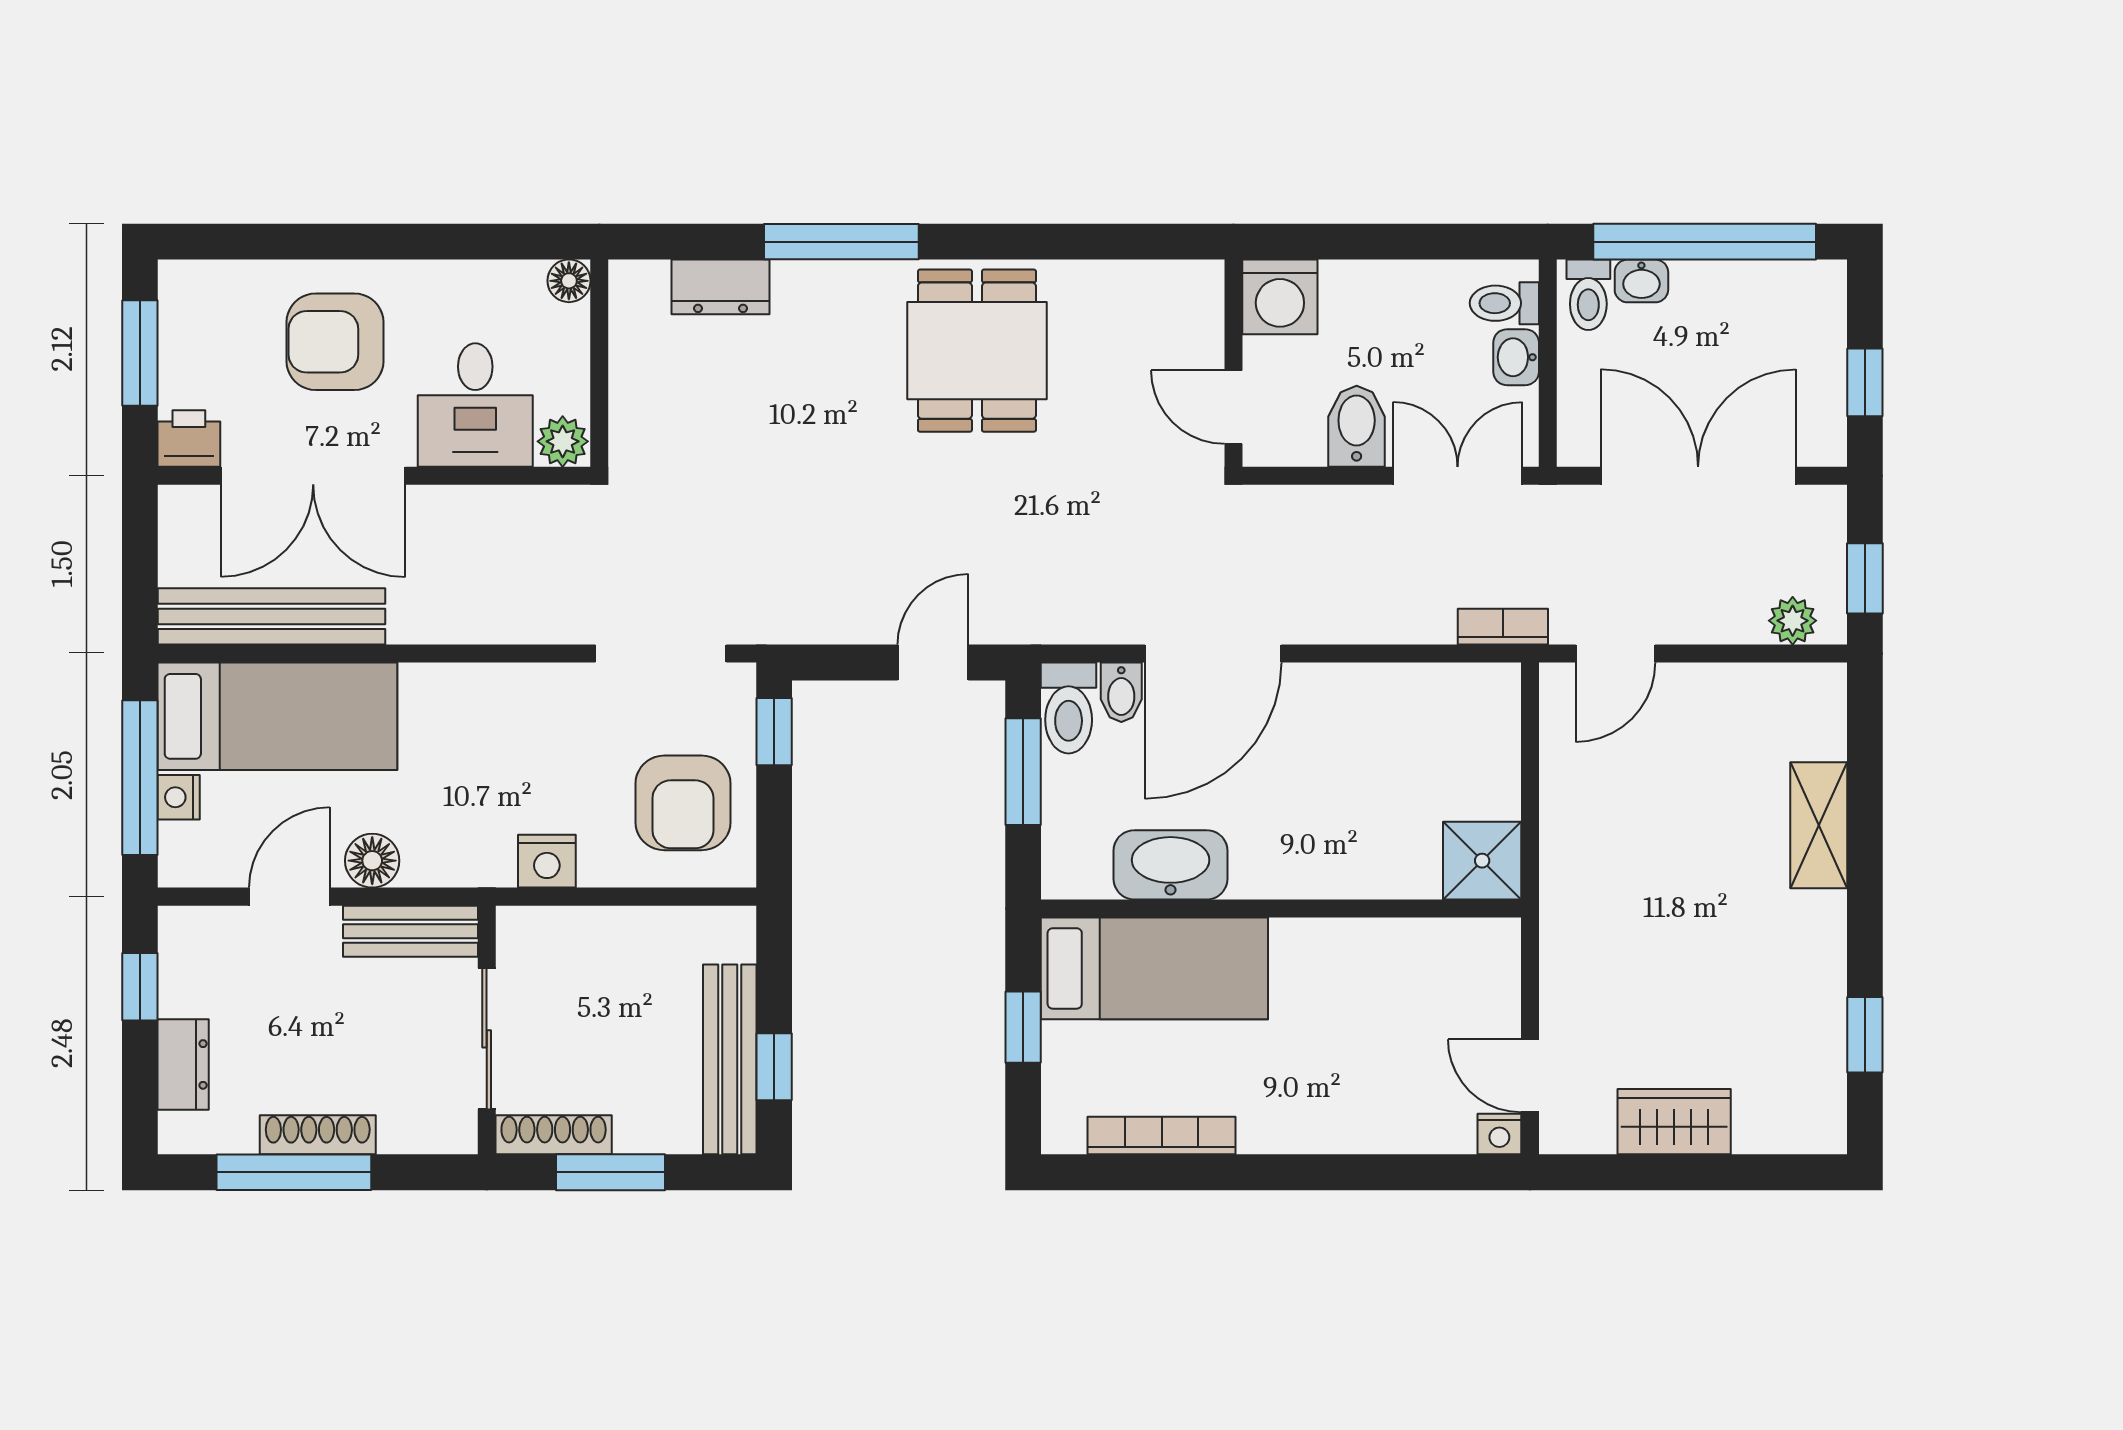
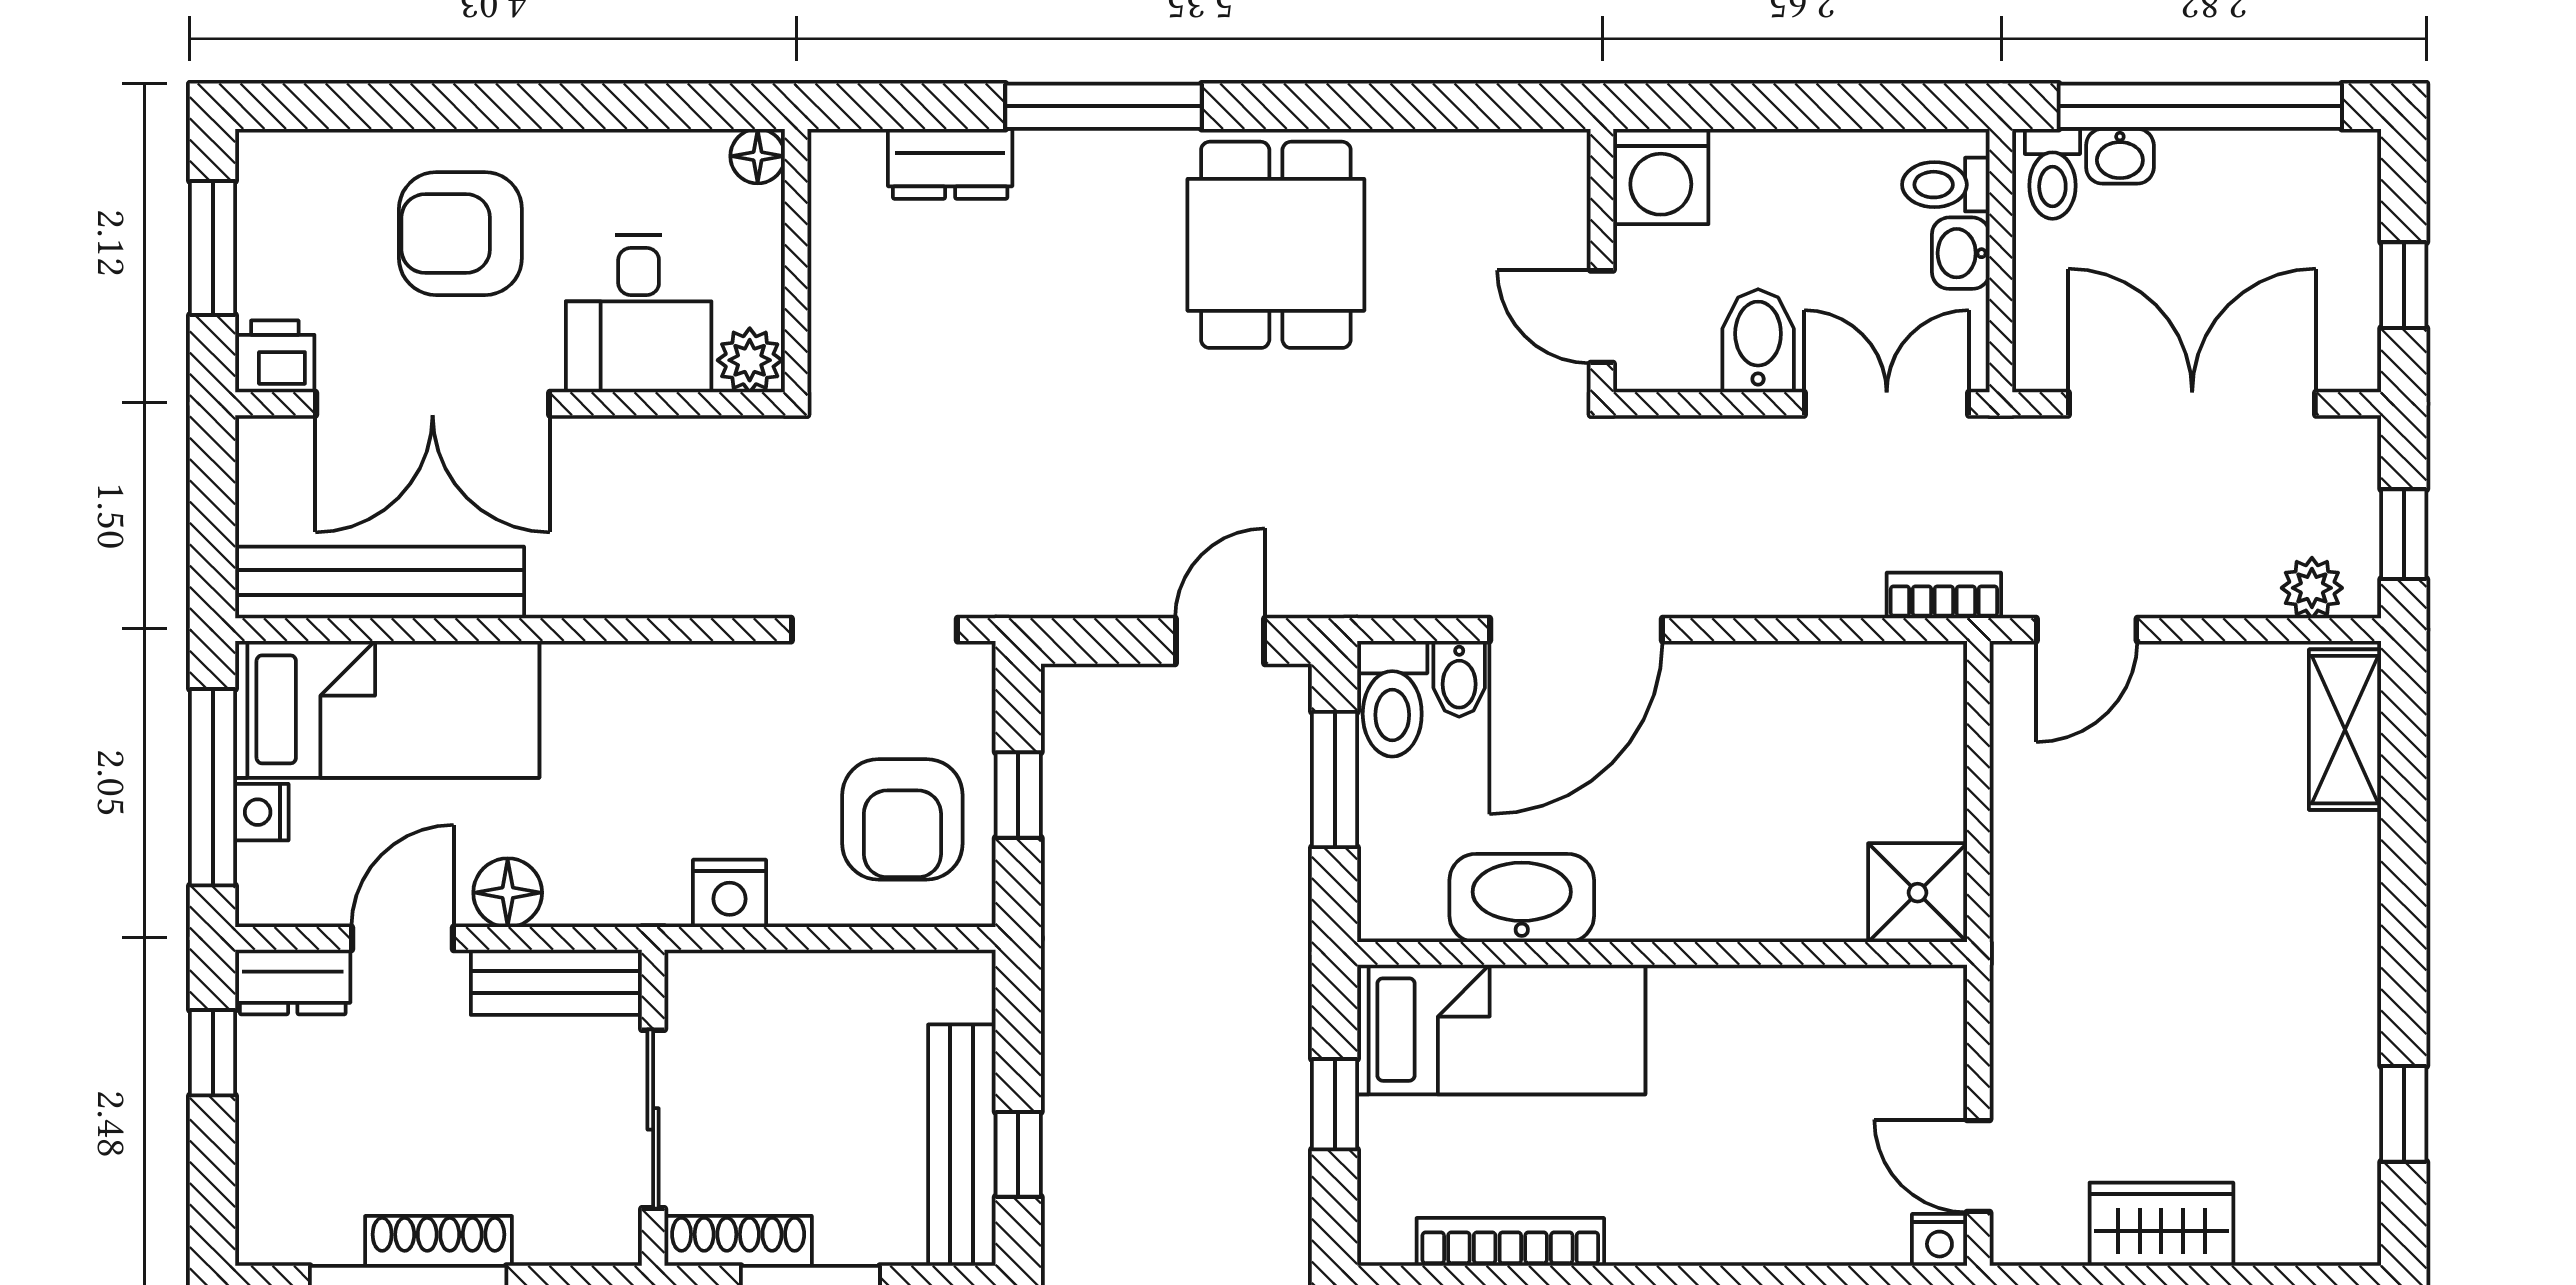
window: (774, 732) -> (1018, 795), moved
shelving: (1819, 825) -> (2345, 730), moved
dresser: (183, 1064) -> (293, 982), moved, turned 90

